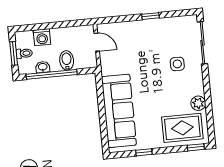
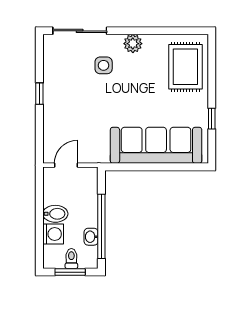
bidet: (67, 60) -> (55, 214), moved, turned 180
plant: (198, 103) -> (133, 44), moved
window: (196, 147) -> (212, 52), removed

